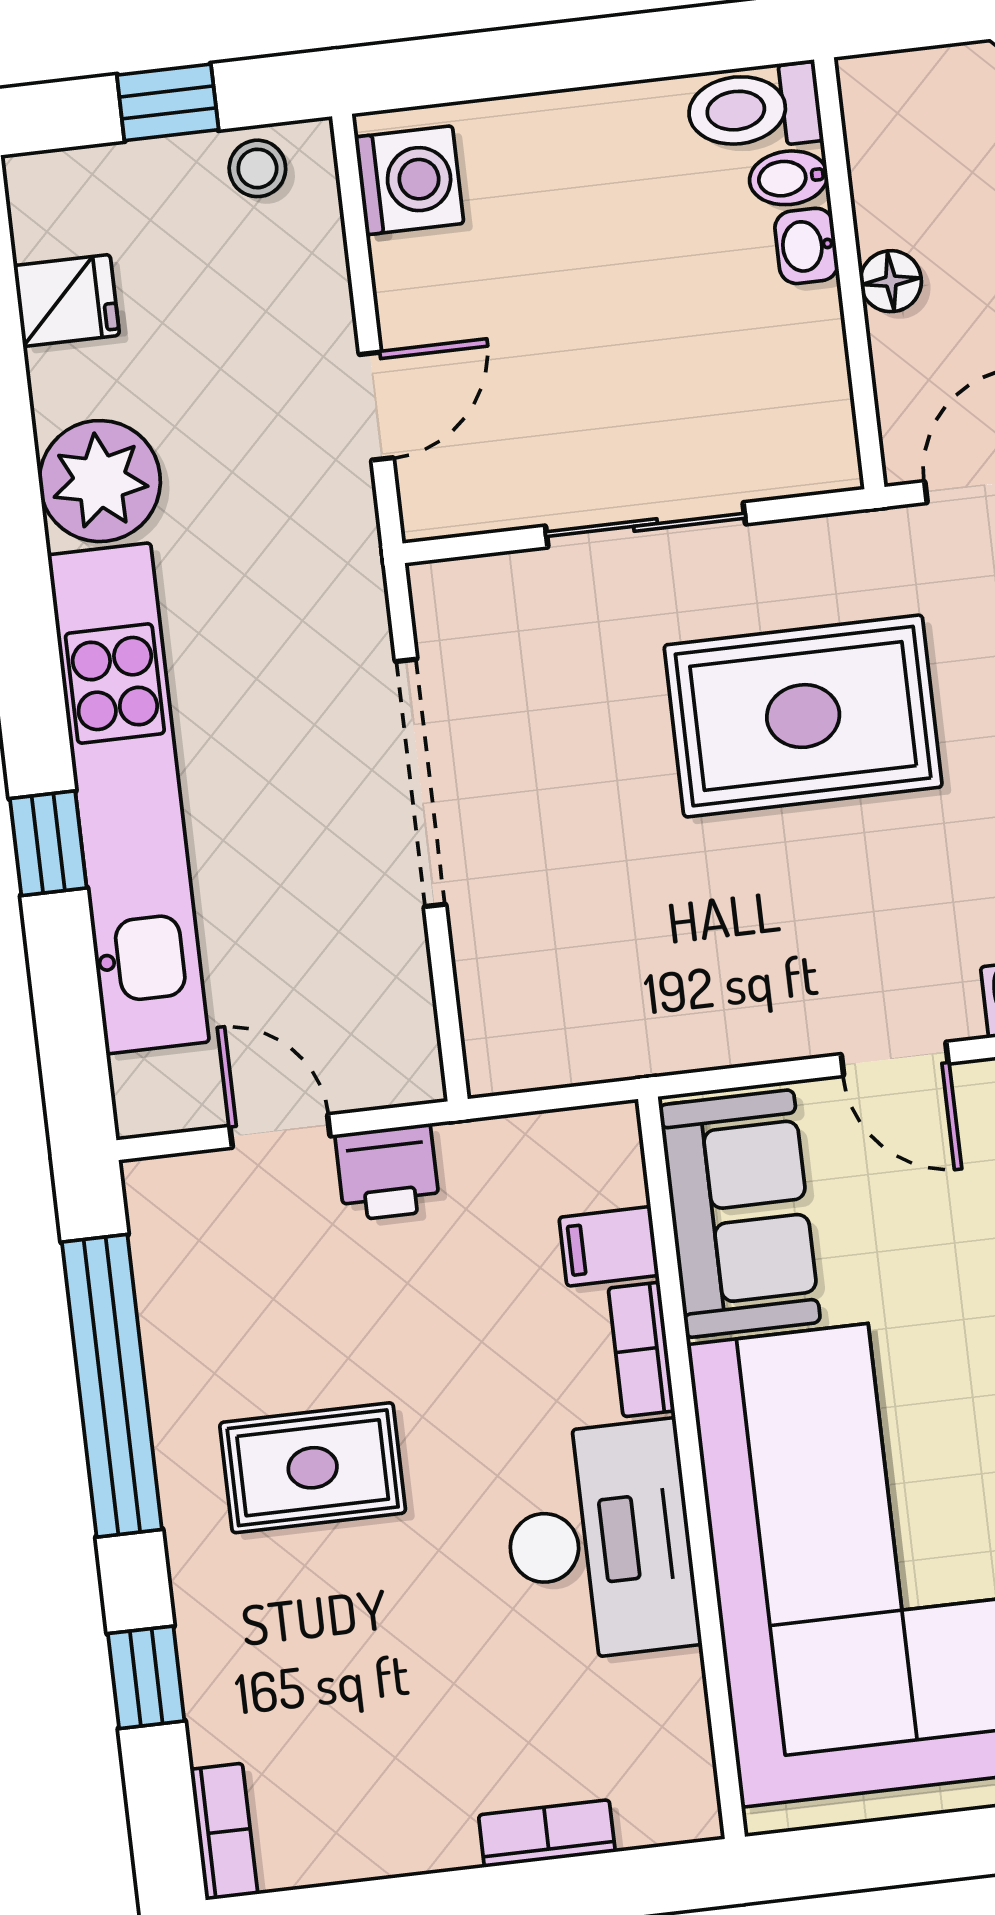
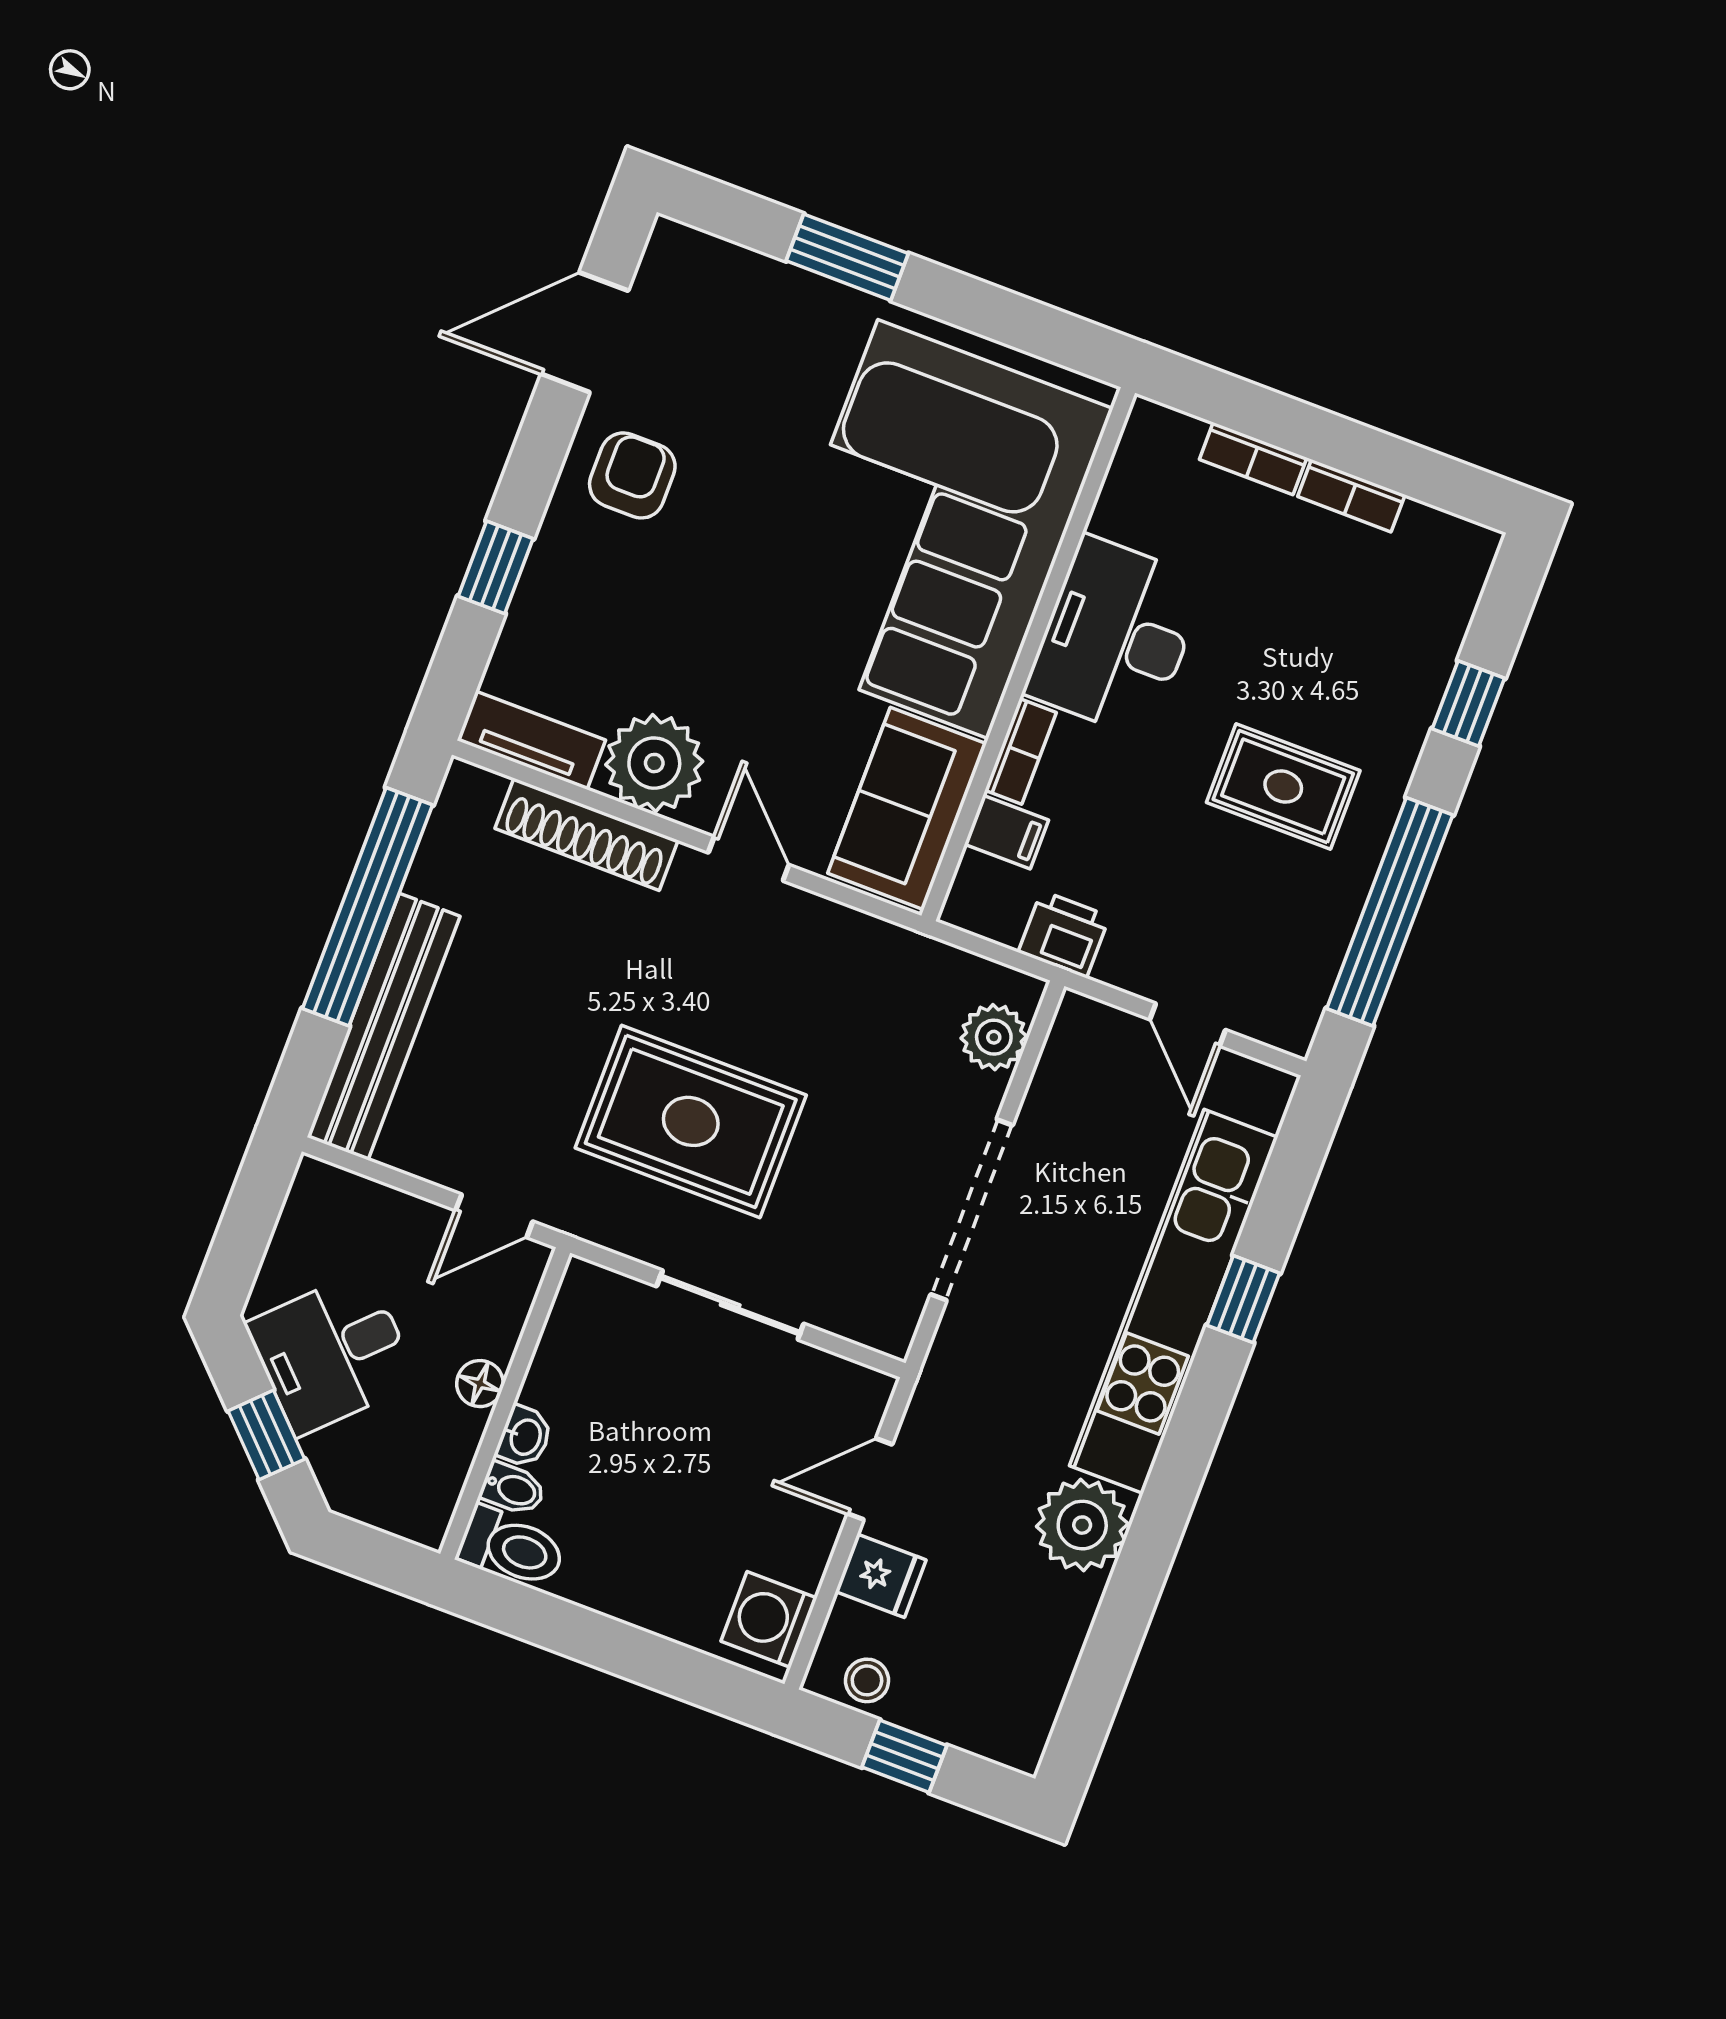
fridge: (67, 300) -> (881, 1576), moved, turned 180
plant: (499, 999) -> (994, 1037), added
printer: (387, 1172) -> (1064, 934), moved
bookcase: (224, 1832) -> (1351, 496), moved, turned -90

